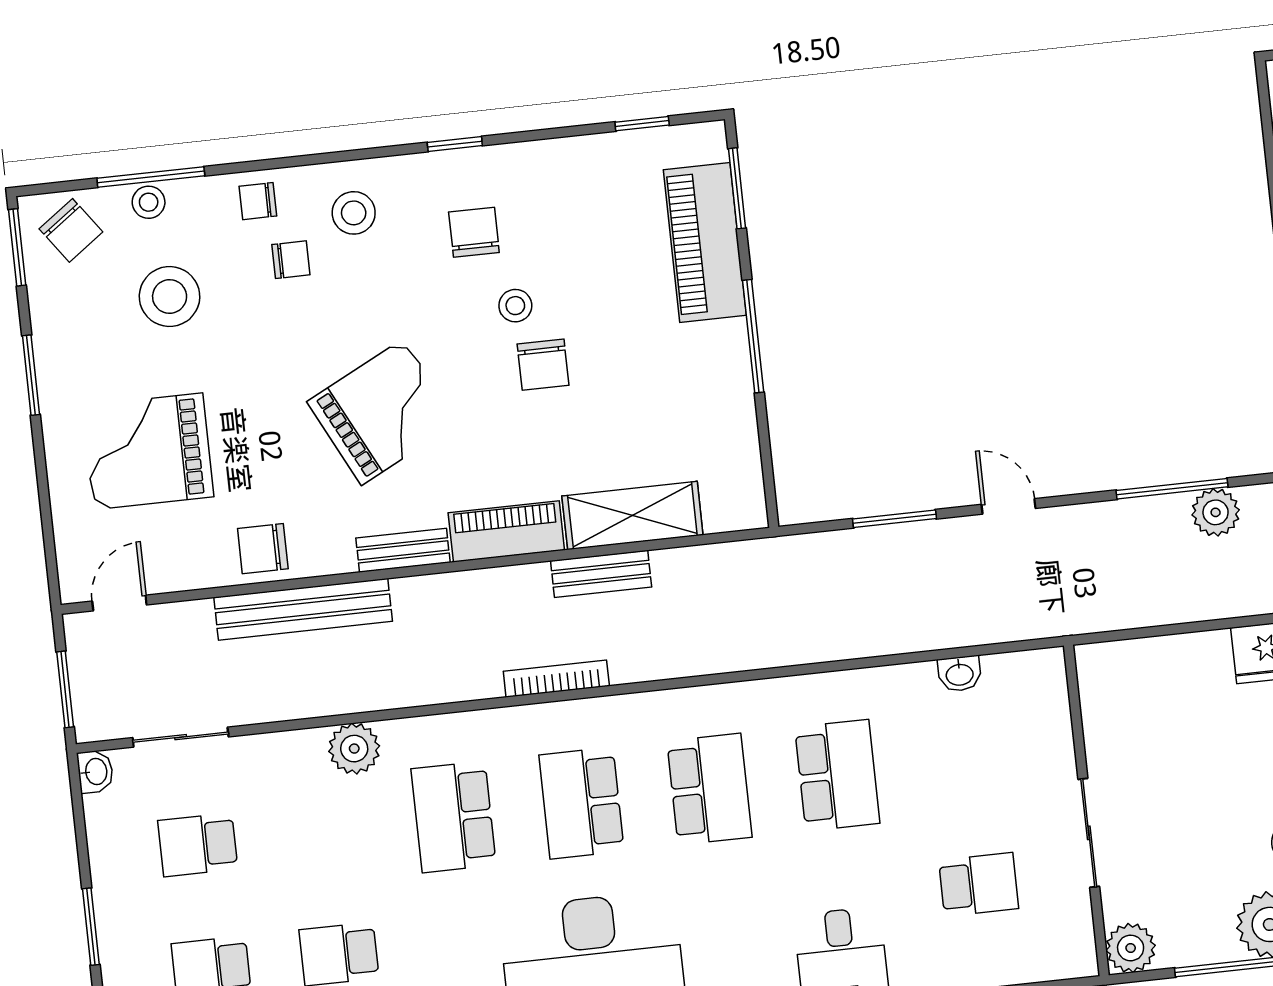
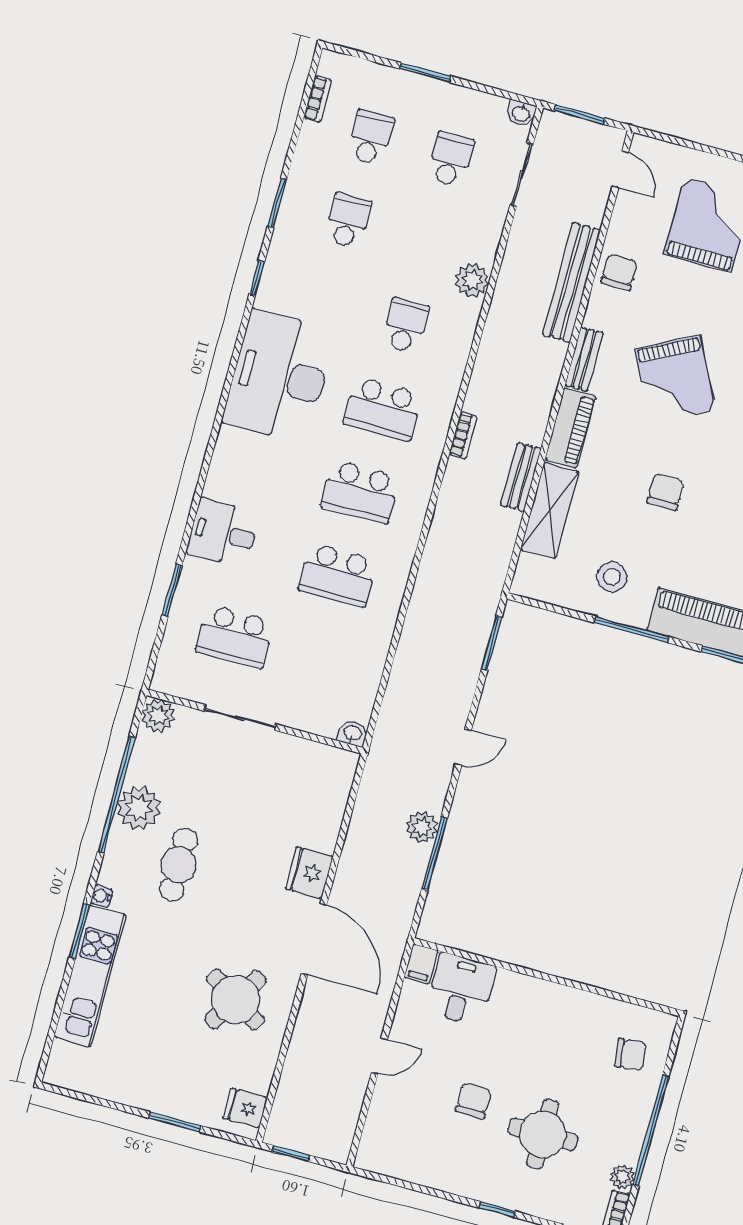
stool: (515, 306) -> (612, 577), moved, width x1.37, depth x1.37
chair: (543, 365) -> (665, 492), turned 90
plant: (1216, 512) -> (422, 827), moved
window: (894, 519) -> (492, 643), moved
washbasin: (960, 674) -> (352, 733), moved, turned 90
bookcase: (556, 679) -> (463, 435), width x0.64
school desk: (581, 803) -> (383, 409), turned 180
school desk: (454, 817) -> (405, 325), width x0.54
school desk: (979, 884) -> (235, 636), width x1.85

